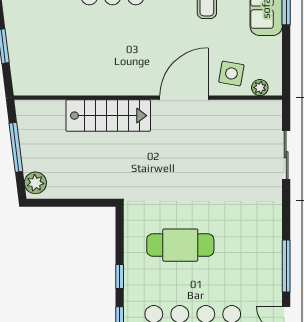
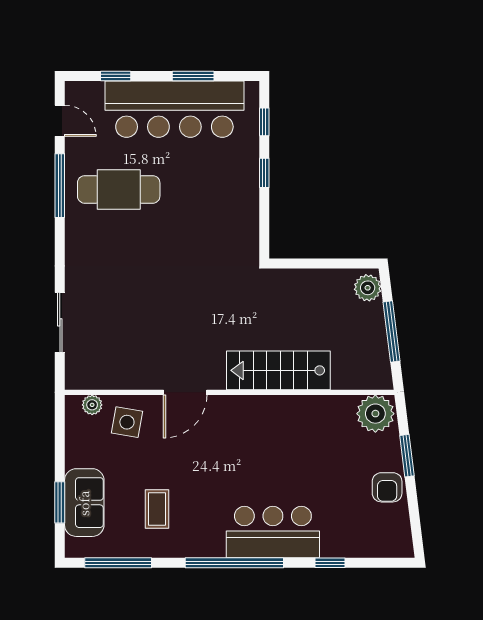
armchair: (20, 20) -> (387, 487), added
plant: (29, 80) -> (375, 414), added
door: (184, 98) -> (185, 392), width x0.73
cafe table: (180, 245) -> (119, 189), moved

